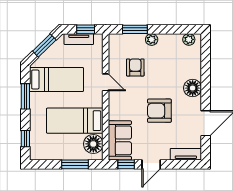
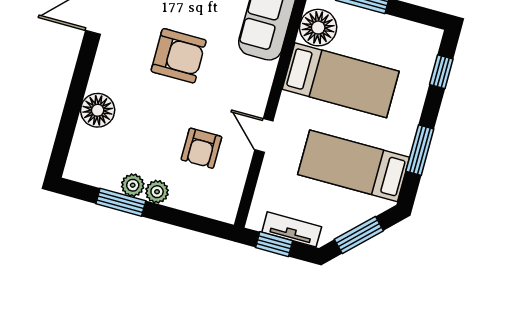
window: (135, 29) -> (121, 202), moved
plant: (189, 39) -> (133, 185), moved
floor lamp: (193, 88) -> (98, 110), moved

